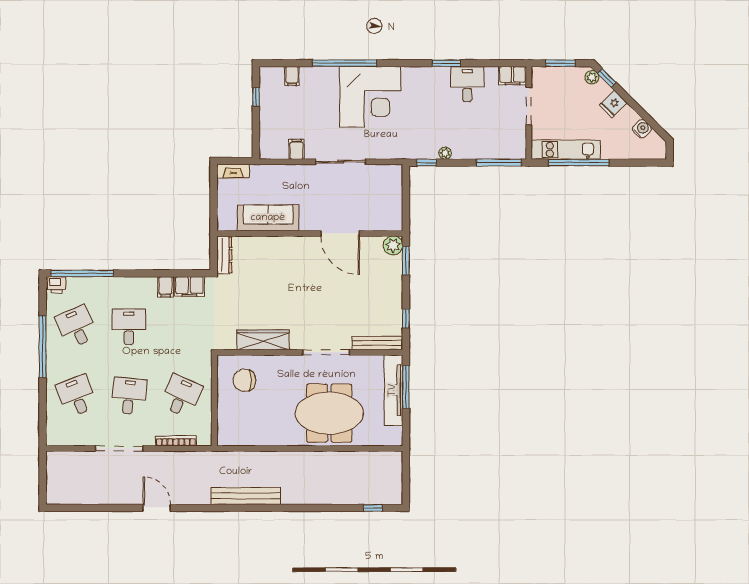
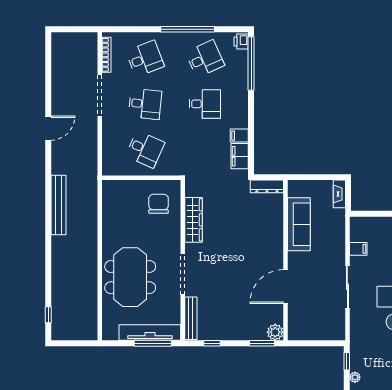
bookcase: (176, 441) -> (106, 55), moved

